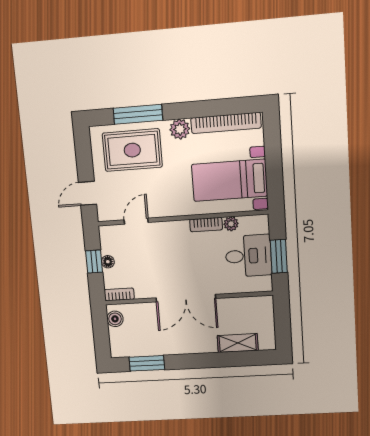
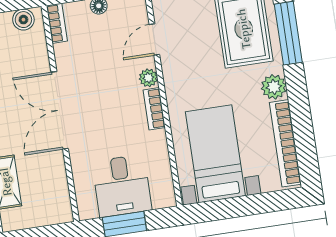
door: (136, 221) -> (154, 39), swing flipped
plant: (231, 224) -> (148, 78), moved
bookcase: (206, 225) -> (154, 109), moved

